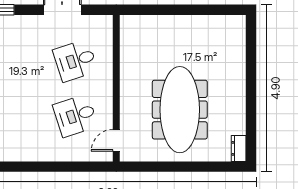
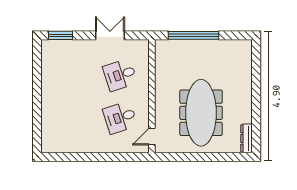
window: (170, 10) -> (194, 35), added
dresser: (239, 148) -> (247, 138), width x1.44

